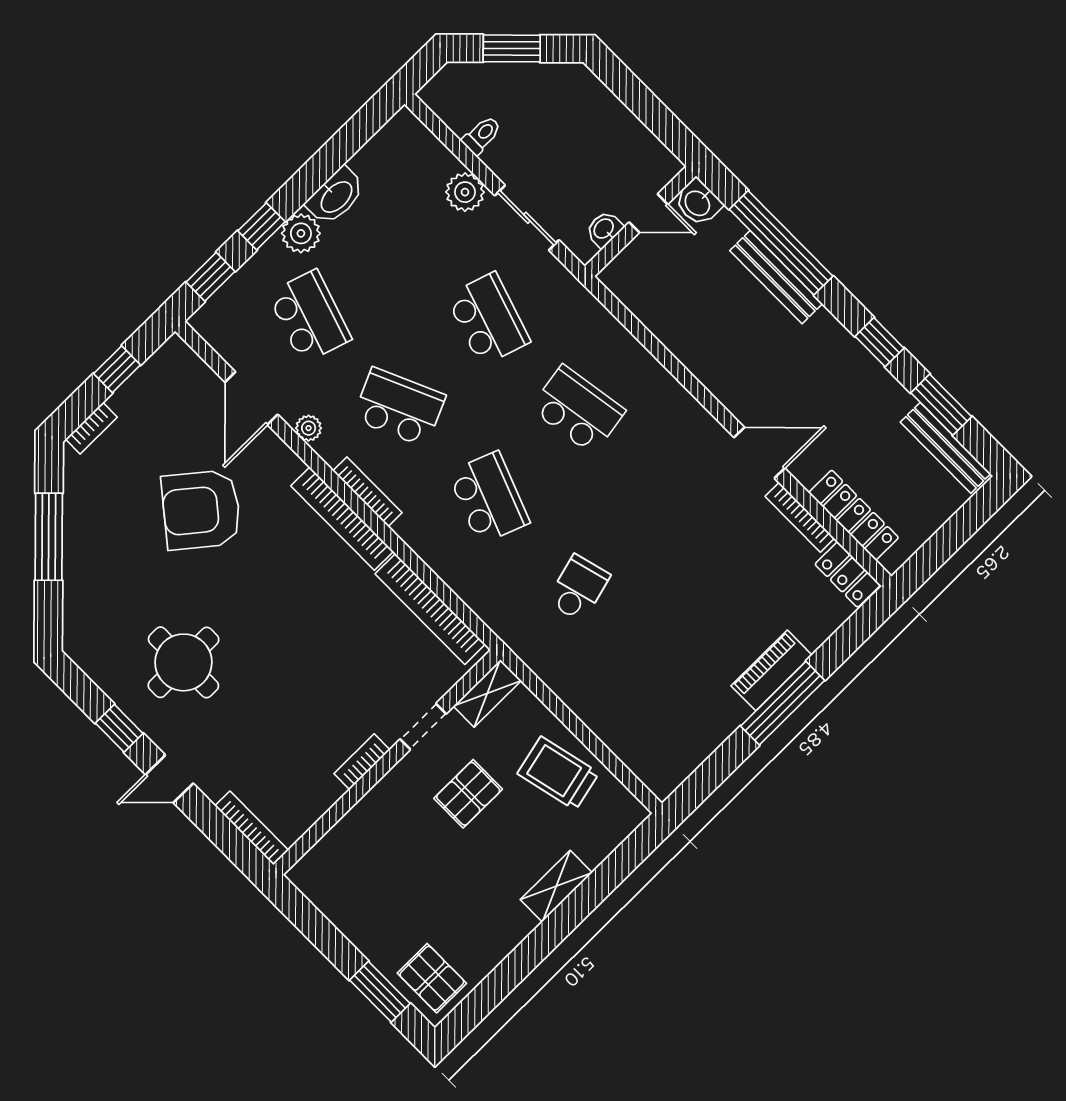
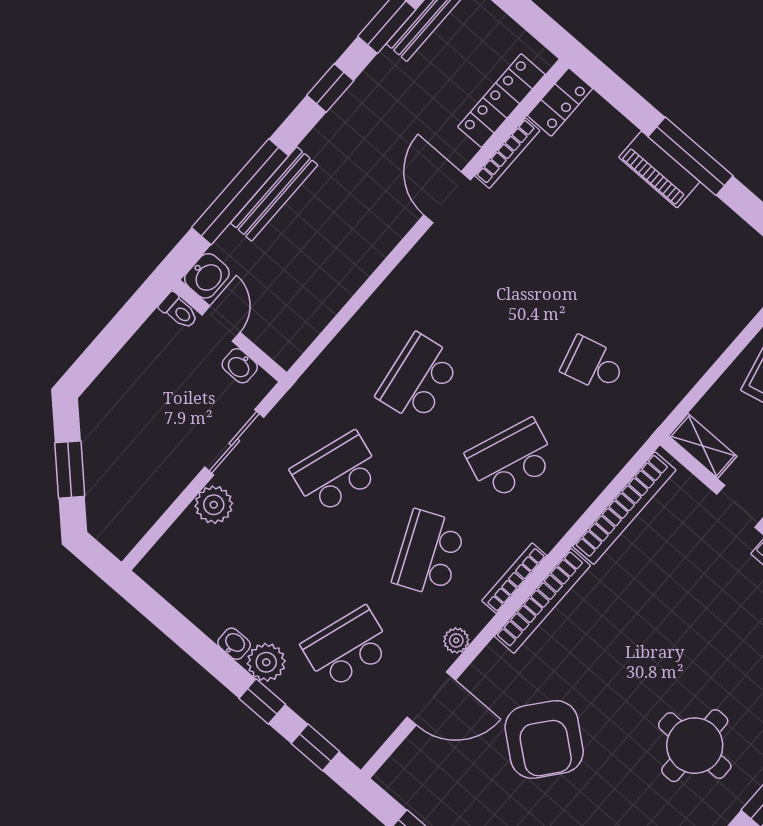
toilet: (482, 135) -> (179, 311), moved, turned 180
washbasin: (336, 196) -> (234, 644), width x0.52, depth x0.69

